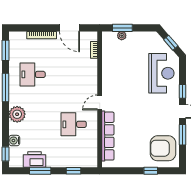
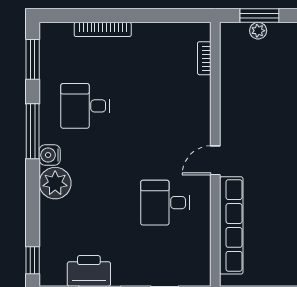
door: (69, 28) -> (157, 16), removed
water cooler: (14, 141) -> (50, 155), moved

